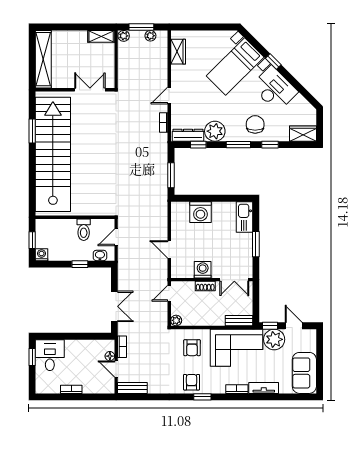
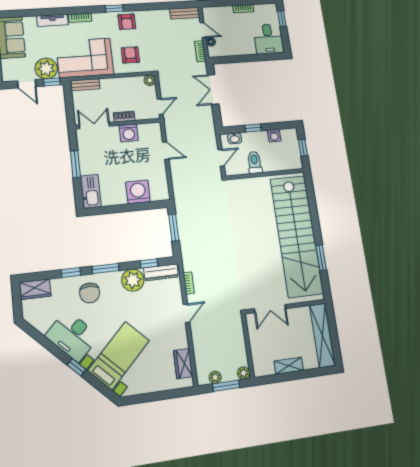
shelving: (101, 36) -> (289, 366), moved
washing machine: (41, 255) -> (274, 136), moved
window: (32, 357) -> (282, 19), moved

